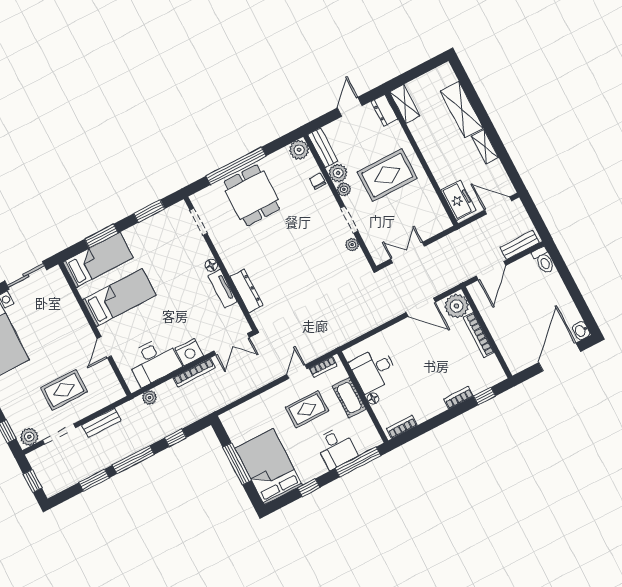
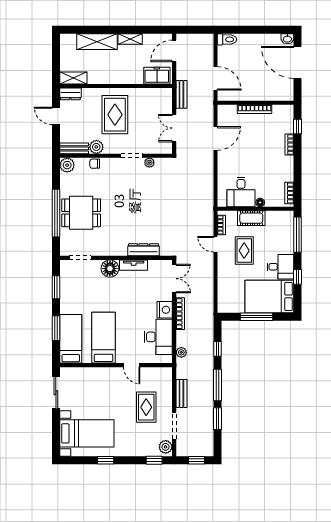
plant: (344, 189) -> (109, 149), removed
bench: (520, 245) -> (181, 94), moved
floor lamp: (211, 265) -> (110, 269), width x1.89, depth x1.89
plant: (457, 306) -> (227, 114), removed
desk: (336, 448) -> (280, 267), moved

